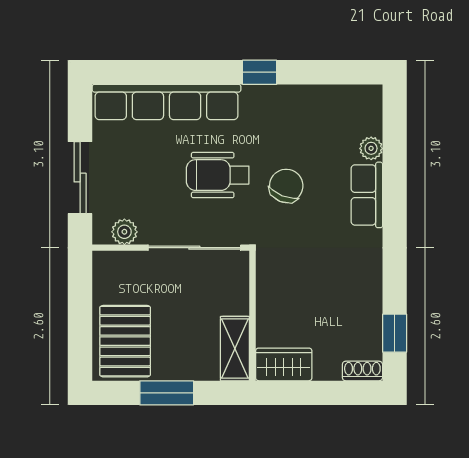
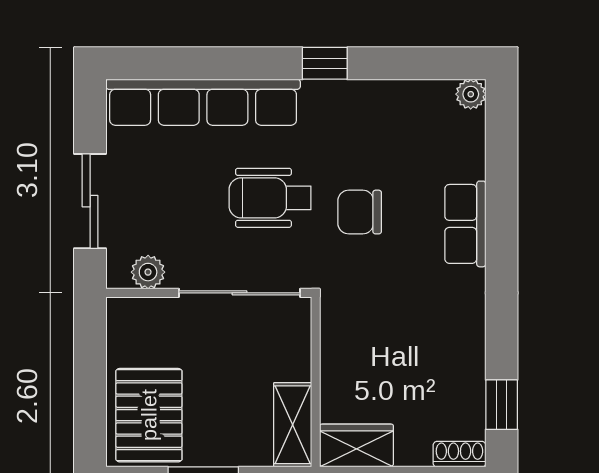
plant: (371, 148) -> (471, 94), moved
chair: (286, 186) -> (360, 212), turned -112

